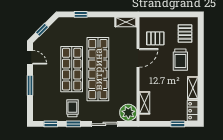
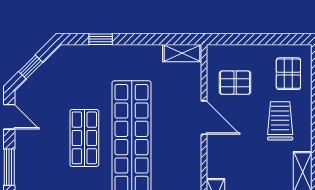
door: (138, 58) -> (204, 118), hinge flipped
trolley: (180, 60) -> (280, 121), turned 180
shop shelf: (72, 69) -> (84, 138), width x0.70, depth x0.74

